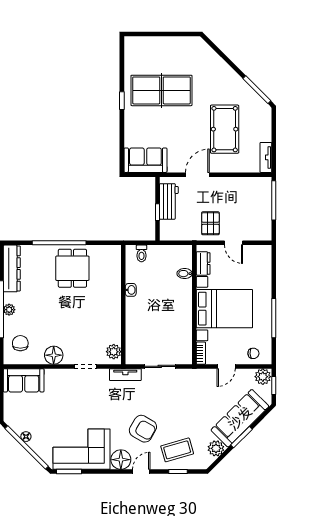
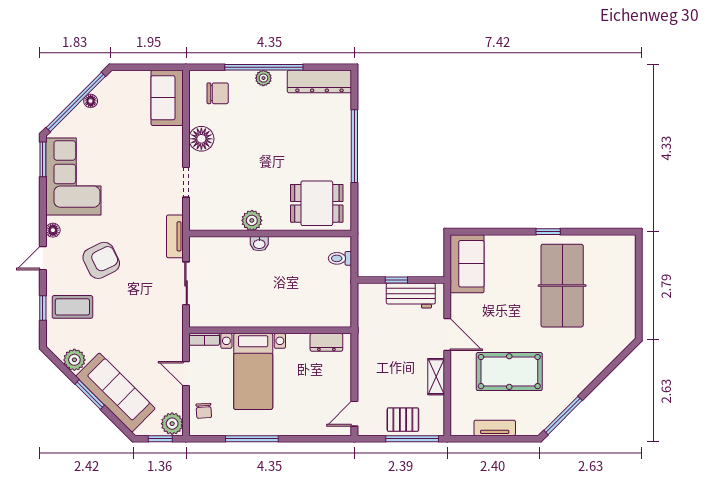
tv unit: (266, 157) -> (495, 428), moved
shelving: (228, 183) -> (436, 377), added
pallet: (210, 223) -> (403, 420), moved
door: (234, 243) -> (354, 414), moved
dining table: (72, 268) -> (317, 203), moved
bidet: (185, 274) -> (313, 317), removed
washbasin: (131, 290) -> (259, 244), moved
bed with nightstands: (224, 309) -> (253, 371), width x0.73
plant: (114, 352) -> (252, 220), moved
armchair: (143, 429) -> (101, 260), turned -146
coffee table: (177, 450) -> (72, 307), turned -74
floor lamp: (121, 460) -> (53, 230), width x0.53, depth x0.53
door: (141, 472) -> (43, 258), swing flipped

